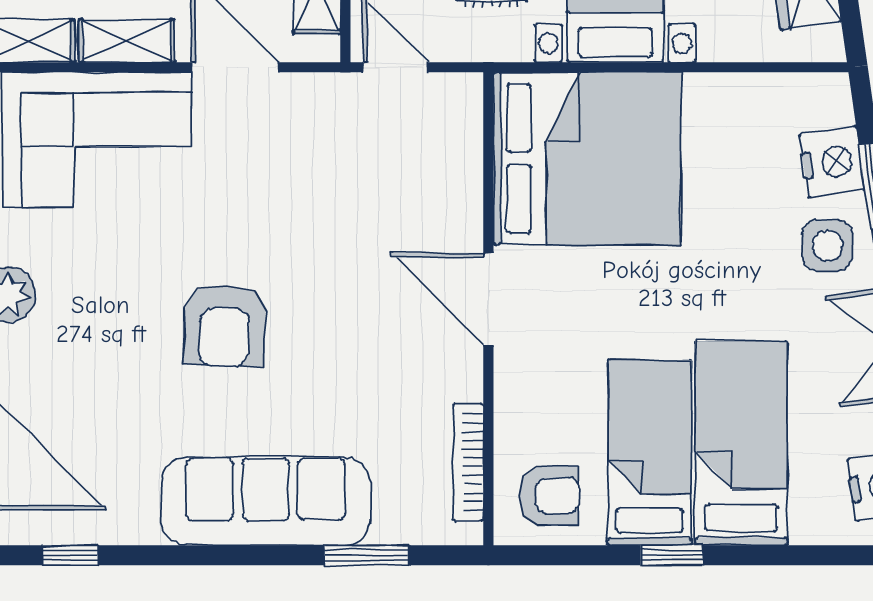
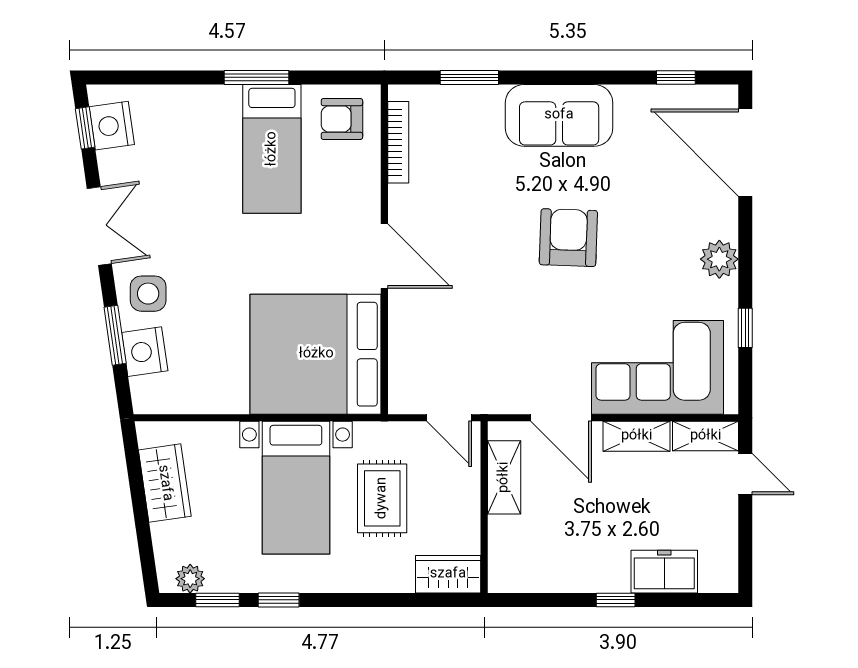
bed: (741, 443) -> (208, 155), removed
sofa: (266, 501) -> (559, 115), width x0.73
window: (672, 555) -> (256, 77), width x1.50

